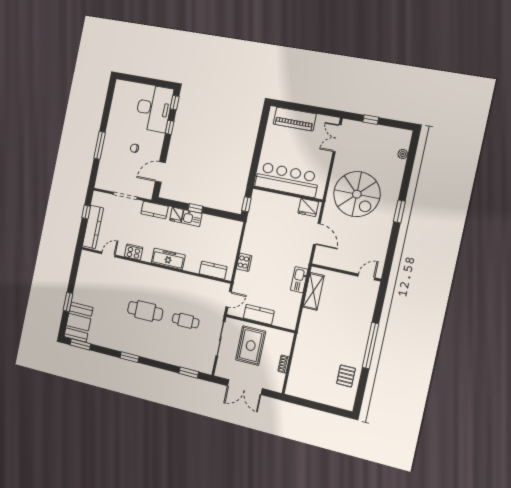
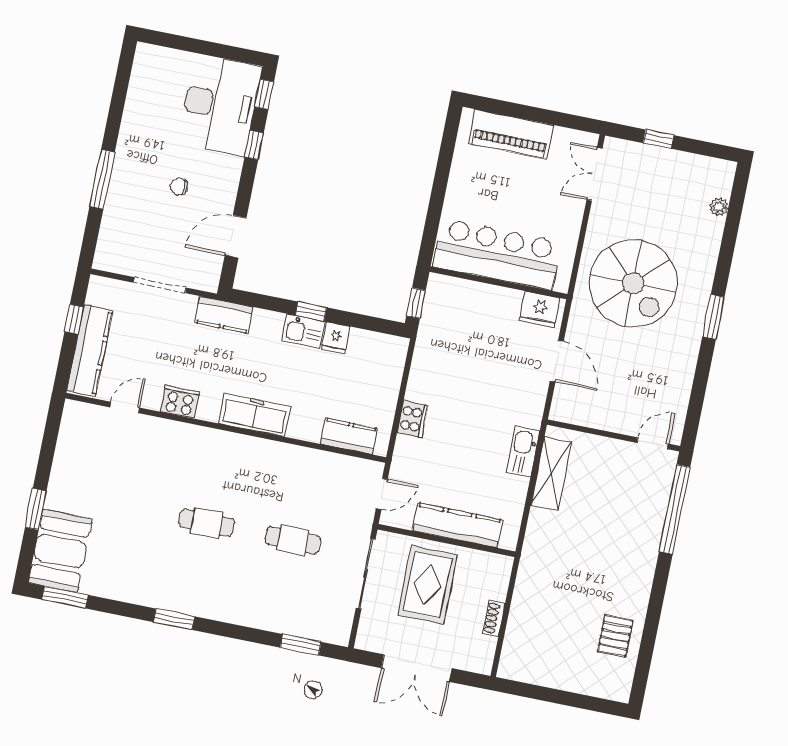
fridge: (176, 215) -> (336, 338), moved
cafe table: (145, 311) -> (207, 523), width x0.73, depth x0.74
kitchen counter: (259, 314) -> (457, 525), width x1.50
window: (370, 346) -> (675, 509), moved

